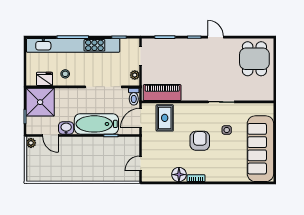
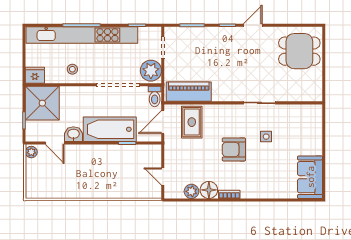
door: (216, 37) -> (253, 25), hinge flipped
dining table: (254, 59) -> (299, 51), turned 90
plant: (135, 75) -> (151, 71), width x1.88, depth x1.88
fridge: (45, 79) -> (35, 75), moved
armchair: (200, 141) -> (234, 149), turned -90
sofa: (260, 149) -> (310, 177), width x0.54, depth x0.79
door: (141, 163) -> (163, 177), hinge flipped
plant: (164, 176) -> (191, 191), added

